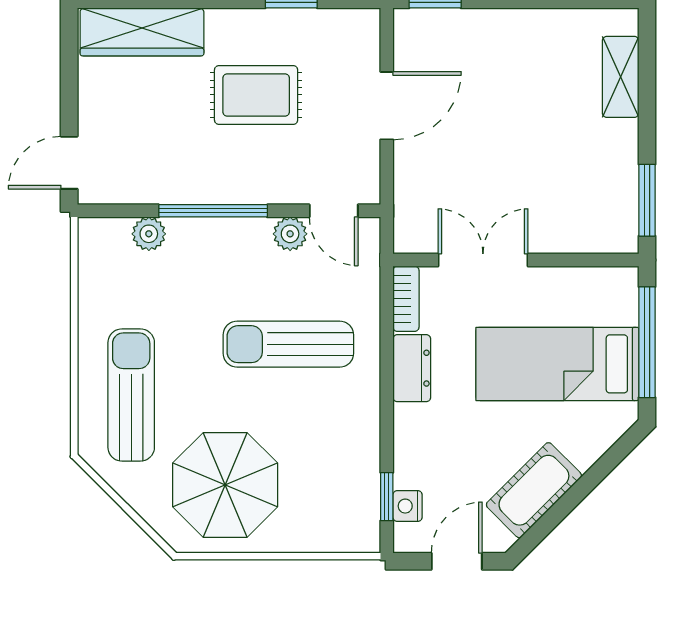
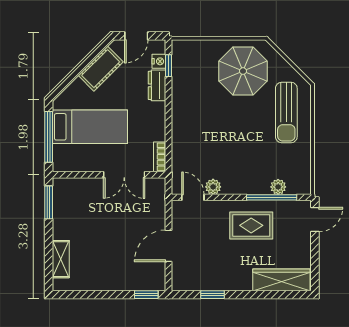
rug: (256, 95) -> (251, 225), moved
window: (213, 211) -> (272, 197), moved
sun lounger: (288, 344) -> (214, 136), removed
dresser: (412, 368) -> (157, 85), moved

